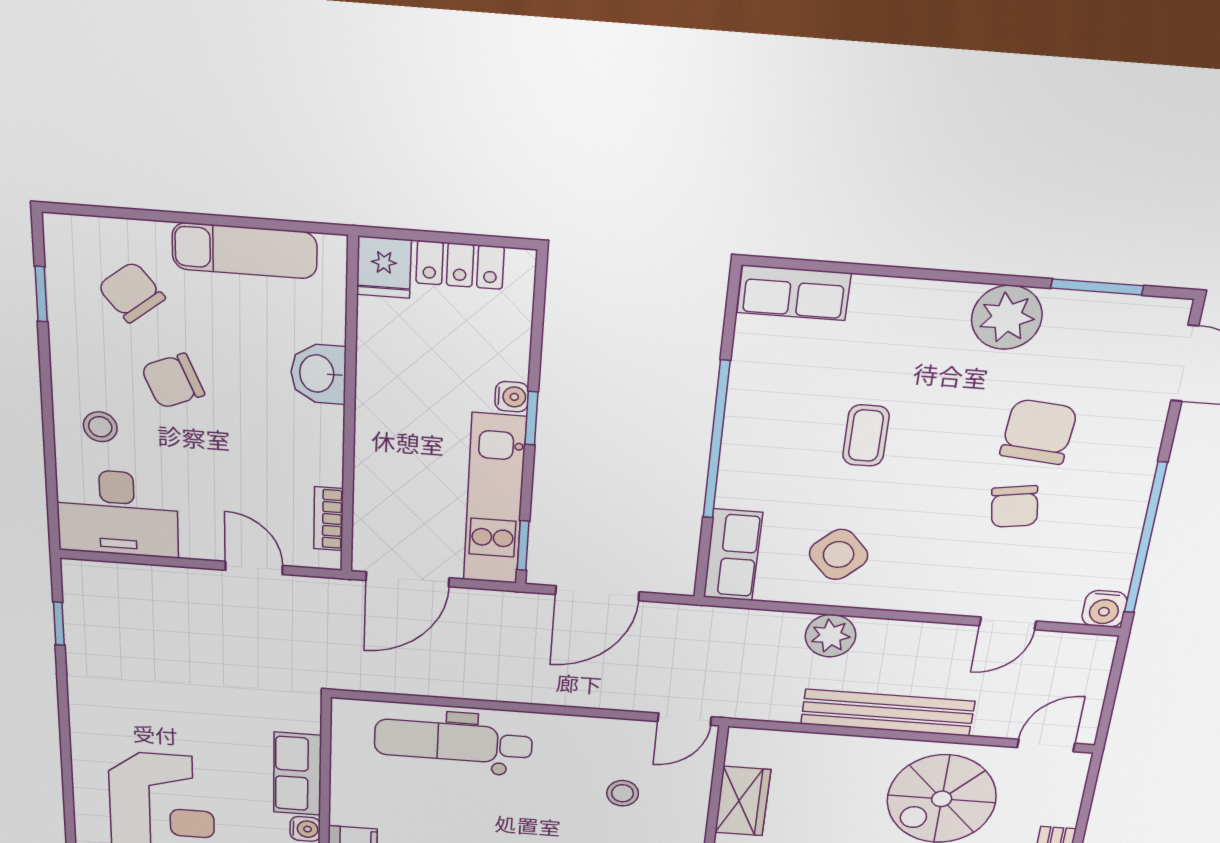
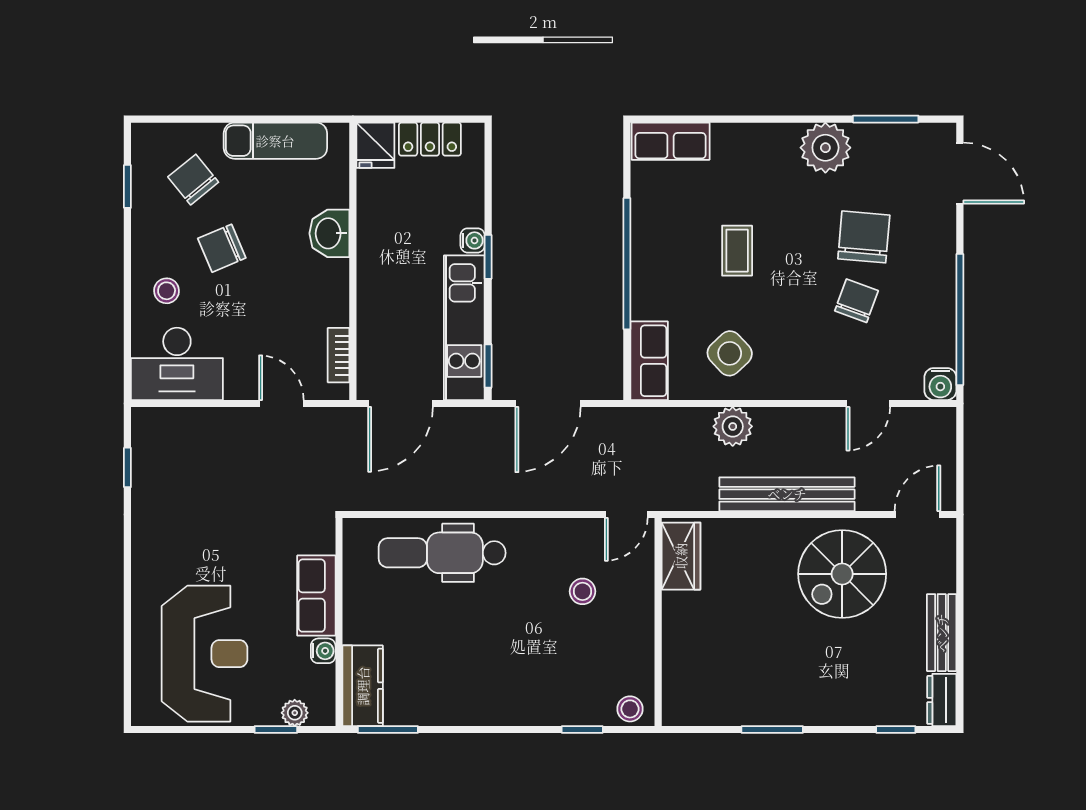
chair: (1015, 507) -> (856, 301), turned -151
wardrobe: (743, 801) -> (681, 556), moved

